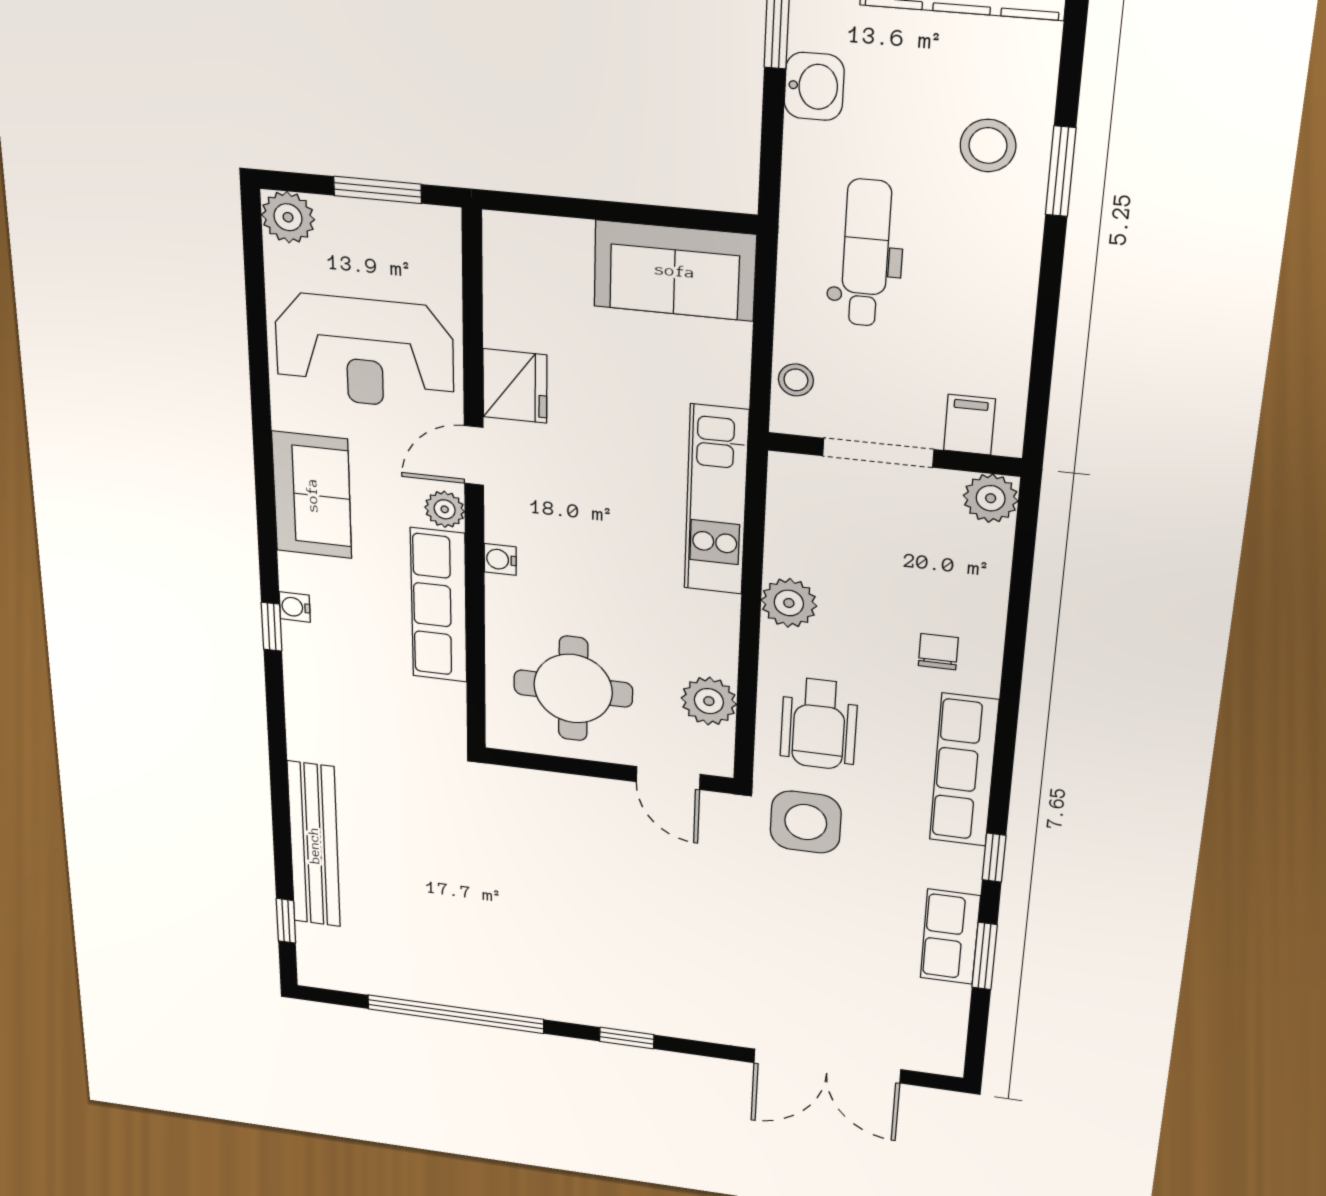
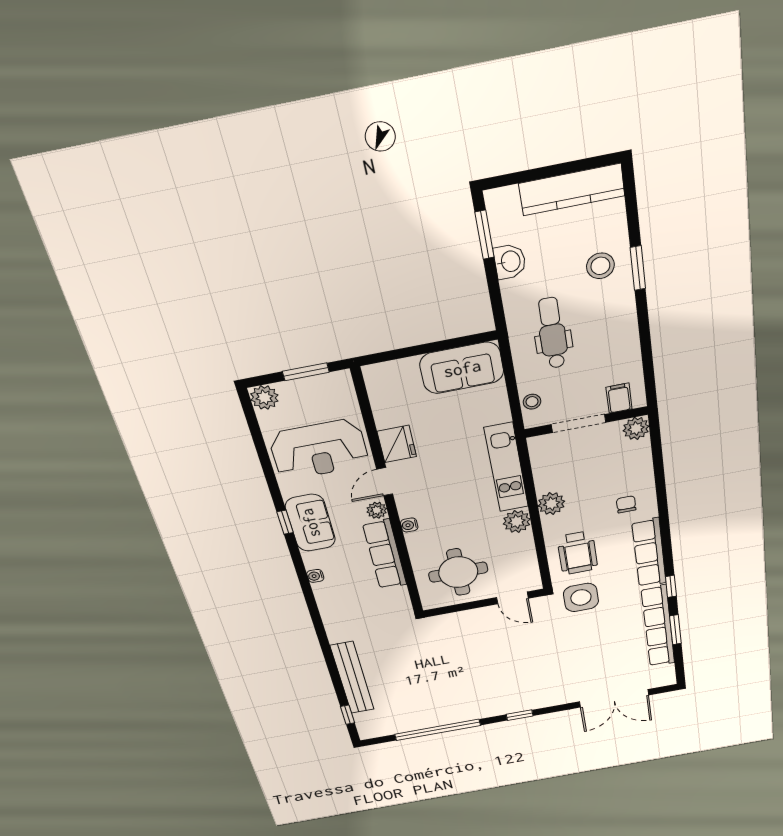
window: (272, 627) -> (285, 522), moved
plant: (709, 701) -> (517, 522), moved
row of seats: (950, 937) -> (658, 626), width x2.02

